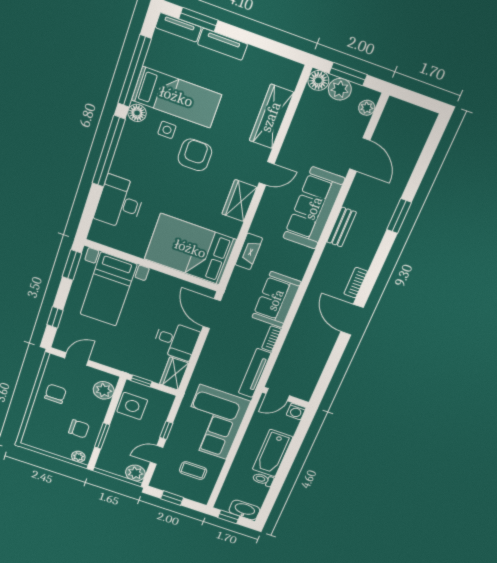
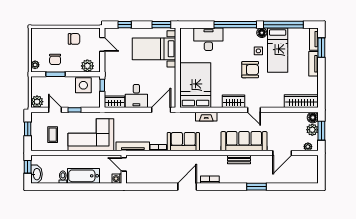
wardrobe: (271, 117) -> (301, 101), moved

